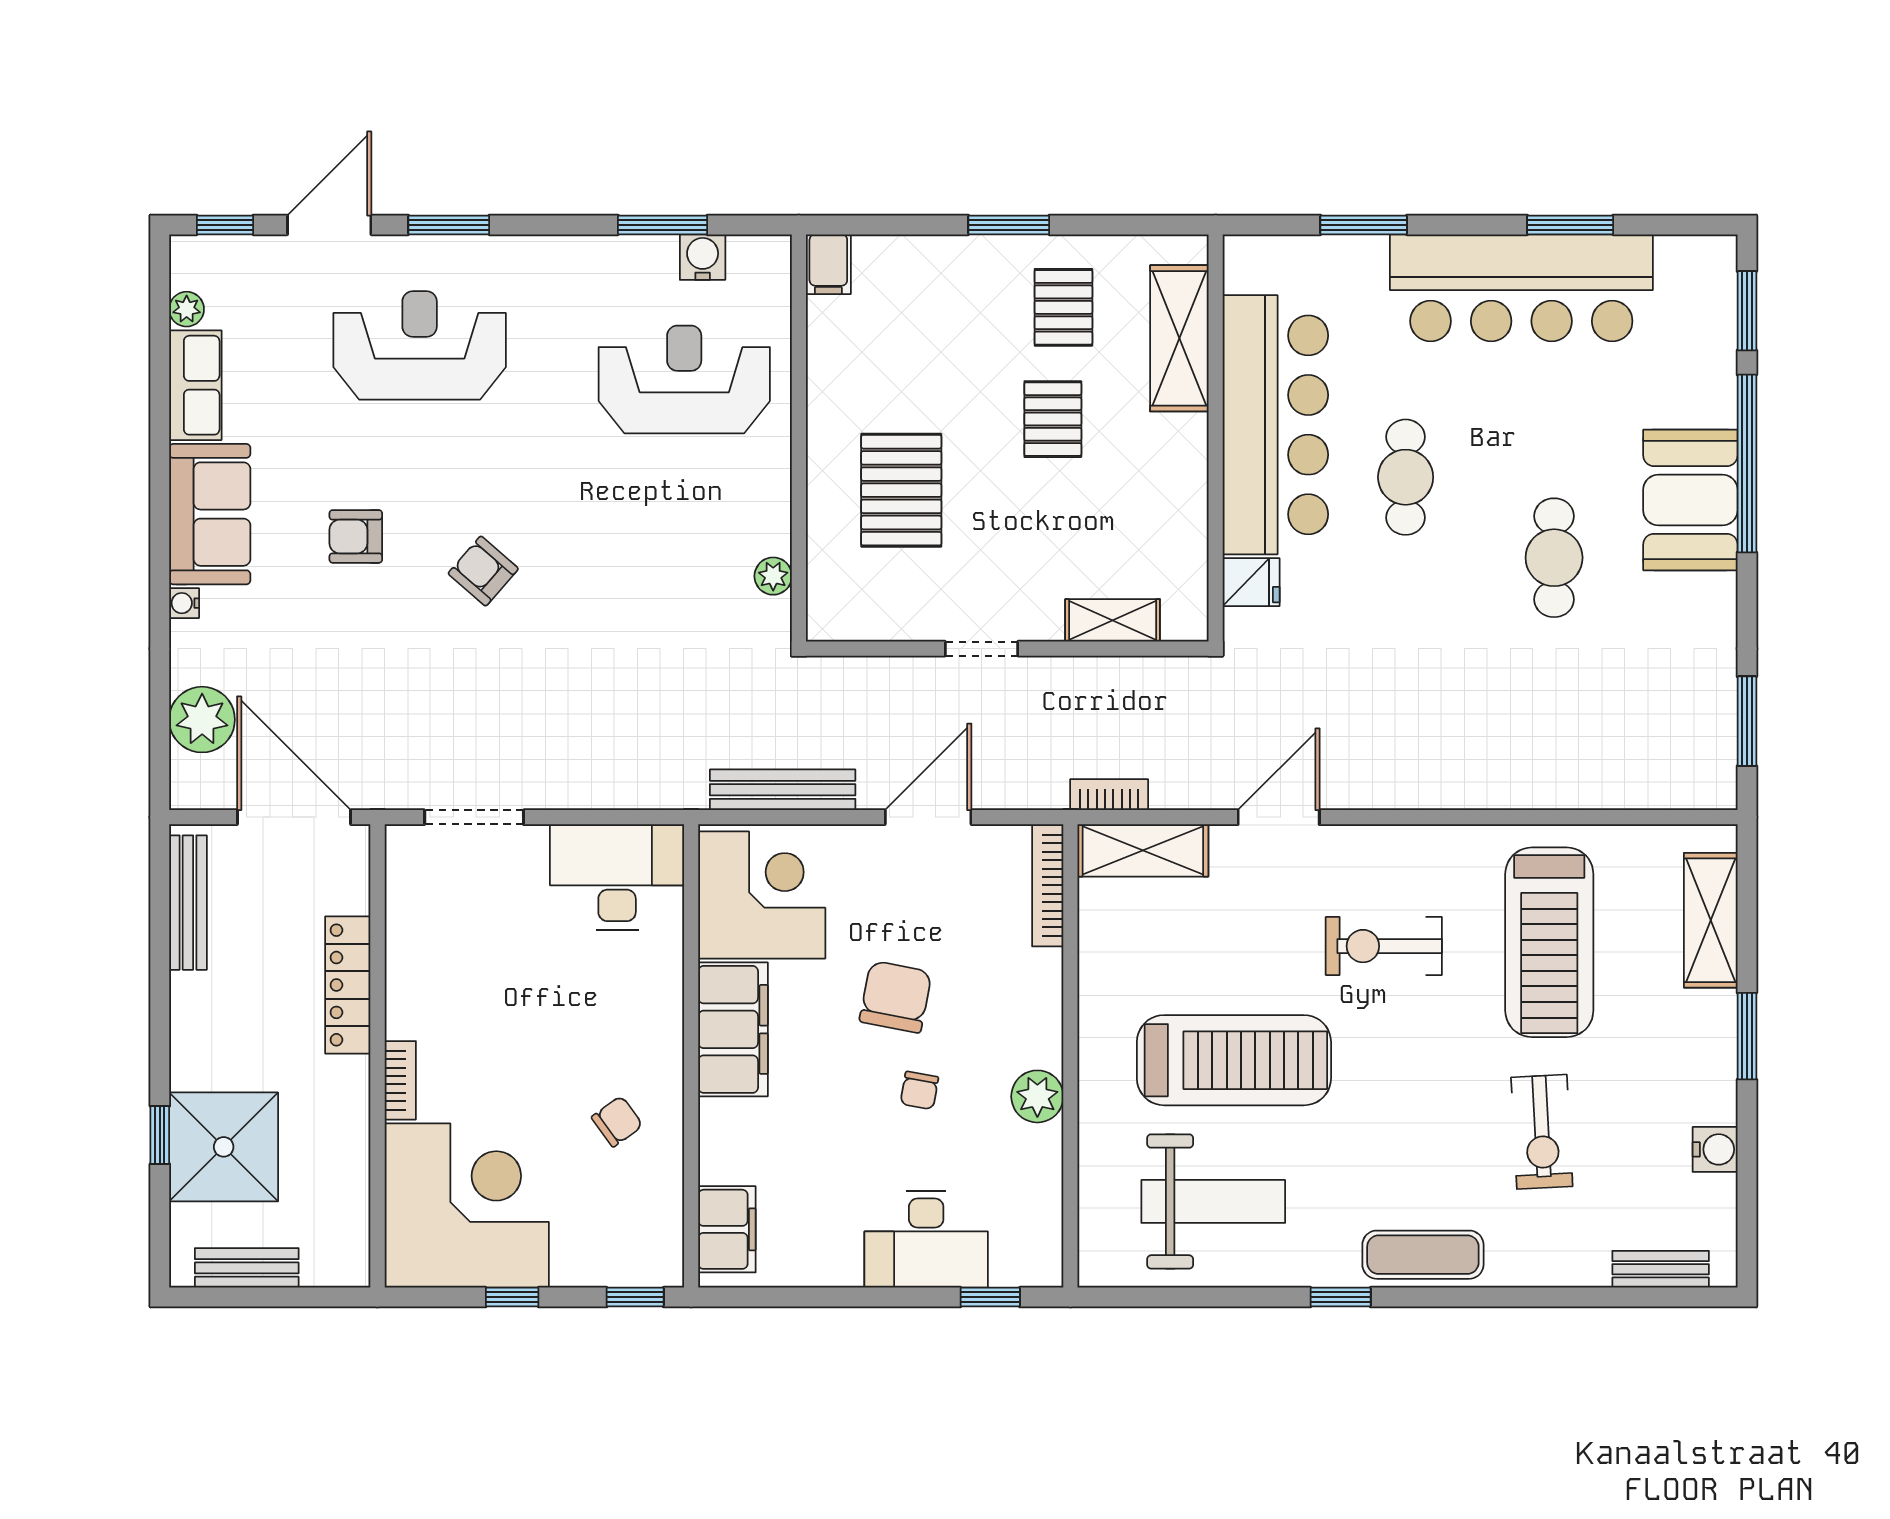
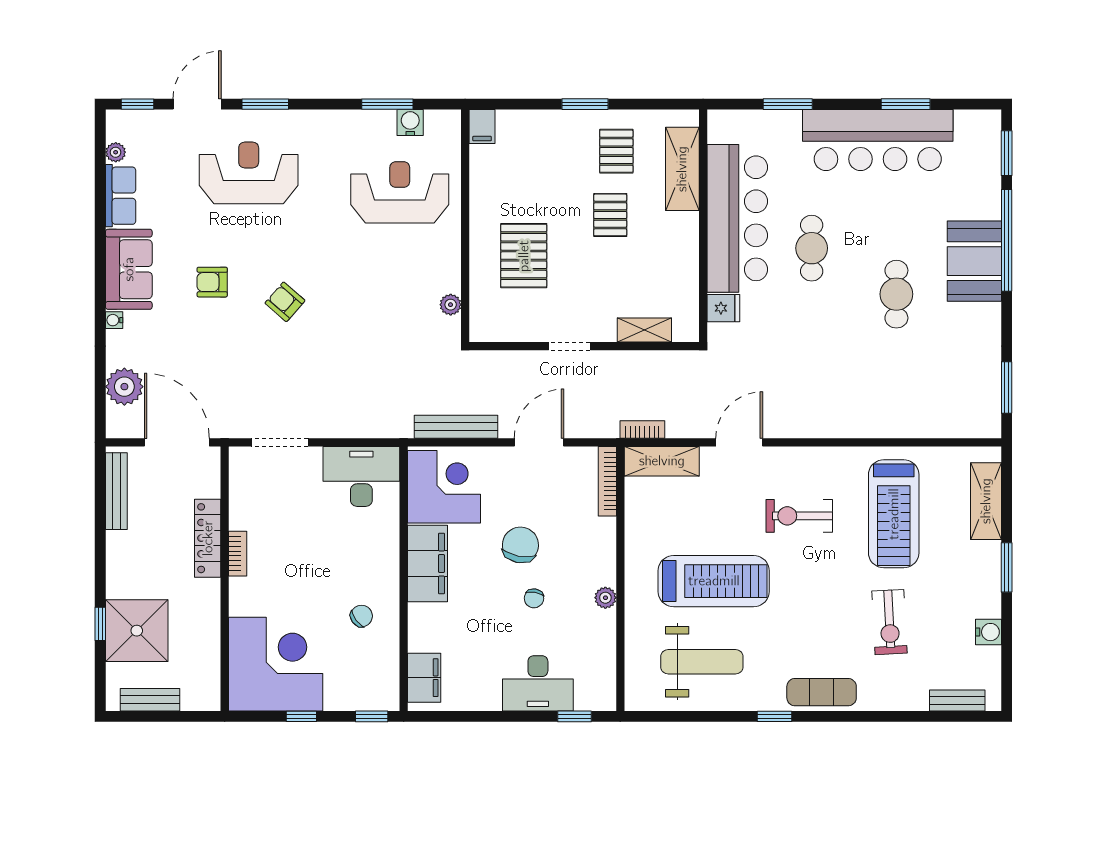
bookcase: (400, 1080) -> (238, 554), moved
plant: (1037, 1096) -> (605, 598), width x0.73, depth x0.73

